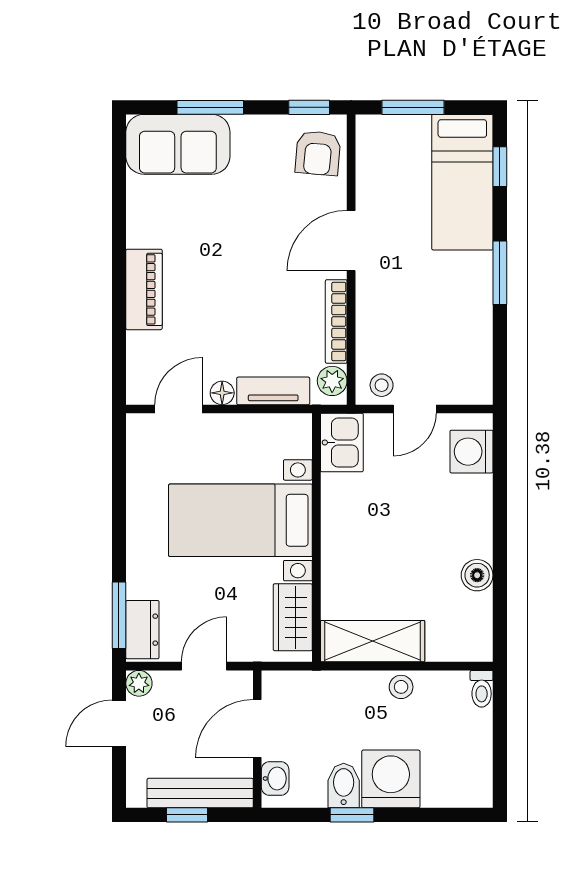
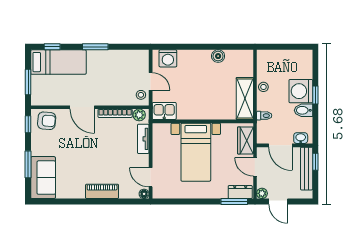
floor lamp: (222, 393) -> (144, 194), moved
wardrobe: (293, 617) -> (245, 140), moved, turned 90
toilet: (482, 689) -> (264, 116), moved
window: (187, 815) -> (315, 162), moved
window: (352, 815) -> (315, 95), moved

